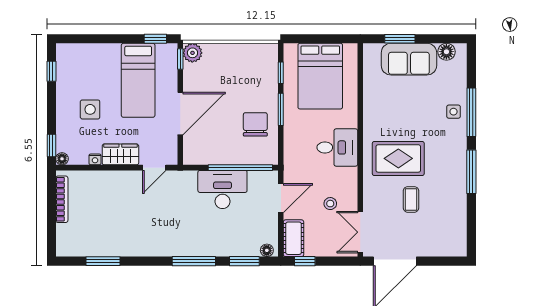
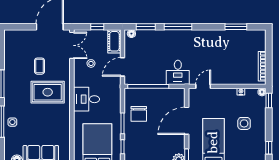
wardrobe: (120, 154) -> (225, 95), removed
desk: (222, 189) -> (178, 72), moved, width x0.73
window: (305, 261) -> (97, 27), moved

